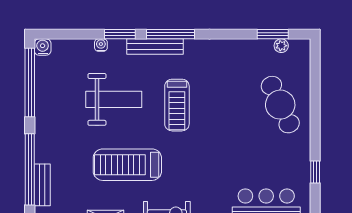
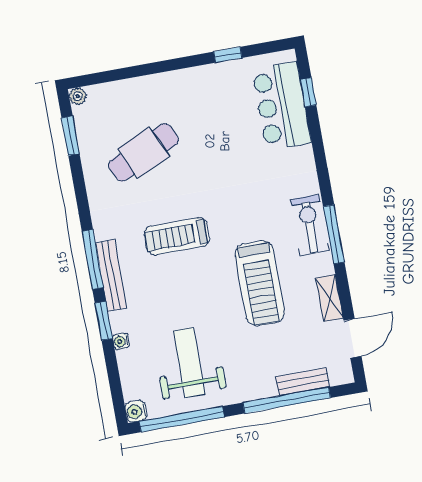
plant: (281, 46) -> (78, 96), moved
weight bench: (114, 99) -> (189, 362), moved
treadmill: (177, 105) -> (177, 236), turned 180
cafe table: (280, 105) -> (144, 152), moved

